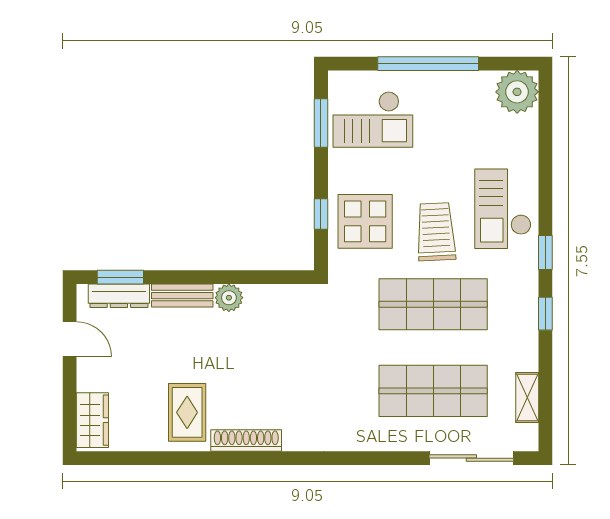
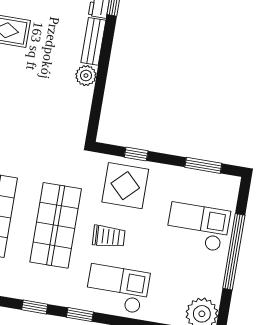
checkout: (373, 119) -> (198, 227), moved, turned 90
trolley: (436, 232) -> (109, 237), width x0.73, depth x0.72

